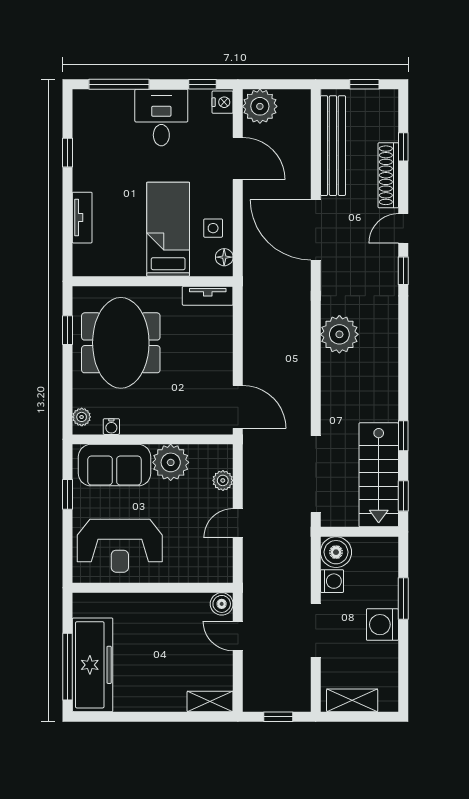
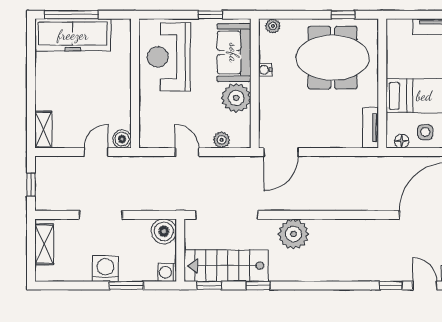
plant: (339, 334) -> (293, 234), moved
water cooler: (111, 427) -> (265, 70), moved
washing machine: (332, 581) -> (167, 272), moved, turned 90

